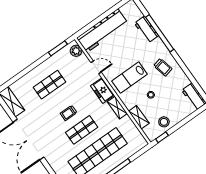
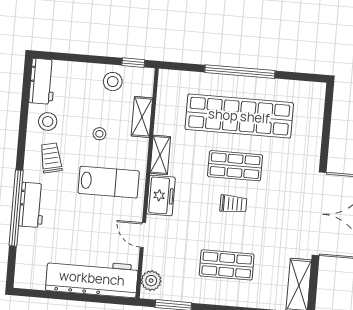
workbench: (147, 29) -> (32, 205), moved
stool: (177, 81) -> (48, 122), added

